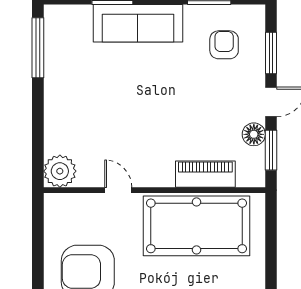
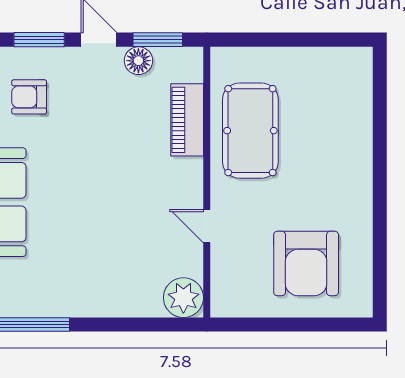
door: (118, 190) -> (207, 226), hinge flipped
pool table: (196, 226) -> (250, 131), width x0.73, depth x0.76

